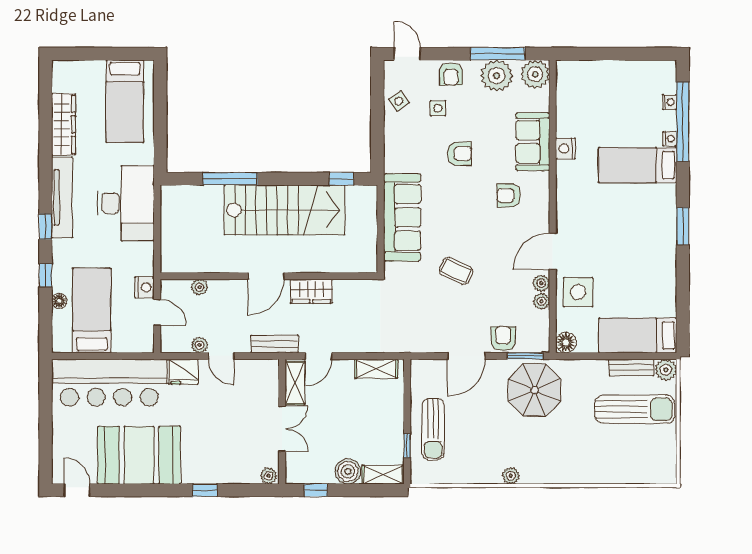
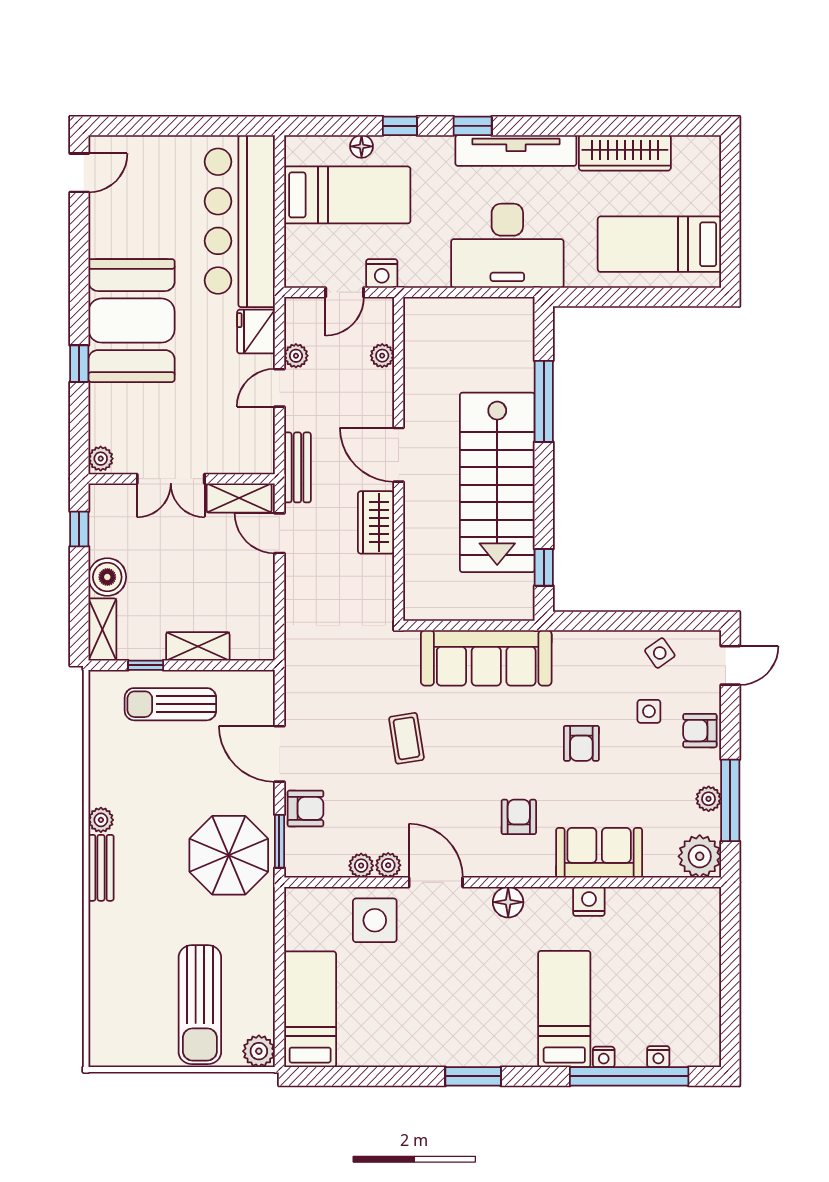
plant: (497, 76) -> (709, 799), width x0.53, depth x0.53
coffee table: (456, 271) -> (406, 738), turned -34
floor lamp: (566, 343) -> (508, 902), moved
bench: (631, 368) -> (101, 868), moved
shelving: (376, 369) -> (198, 646), moved, turned 90
booth: (139, 455) -> (132, 321), moved

